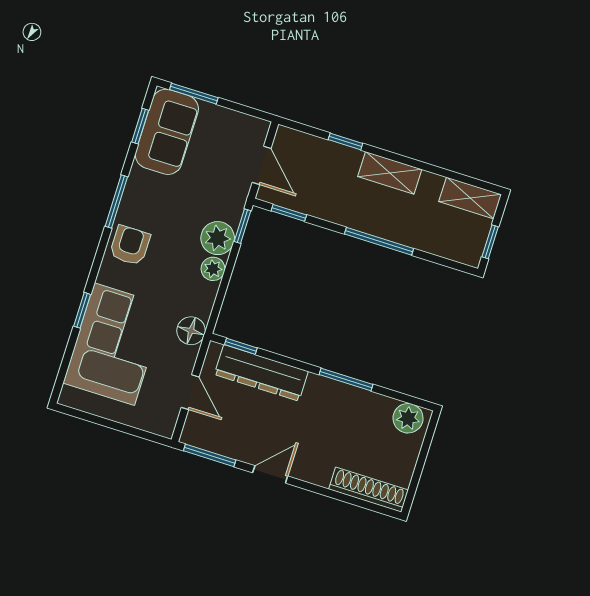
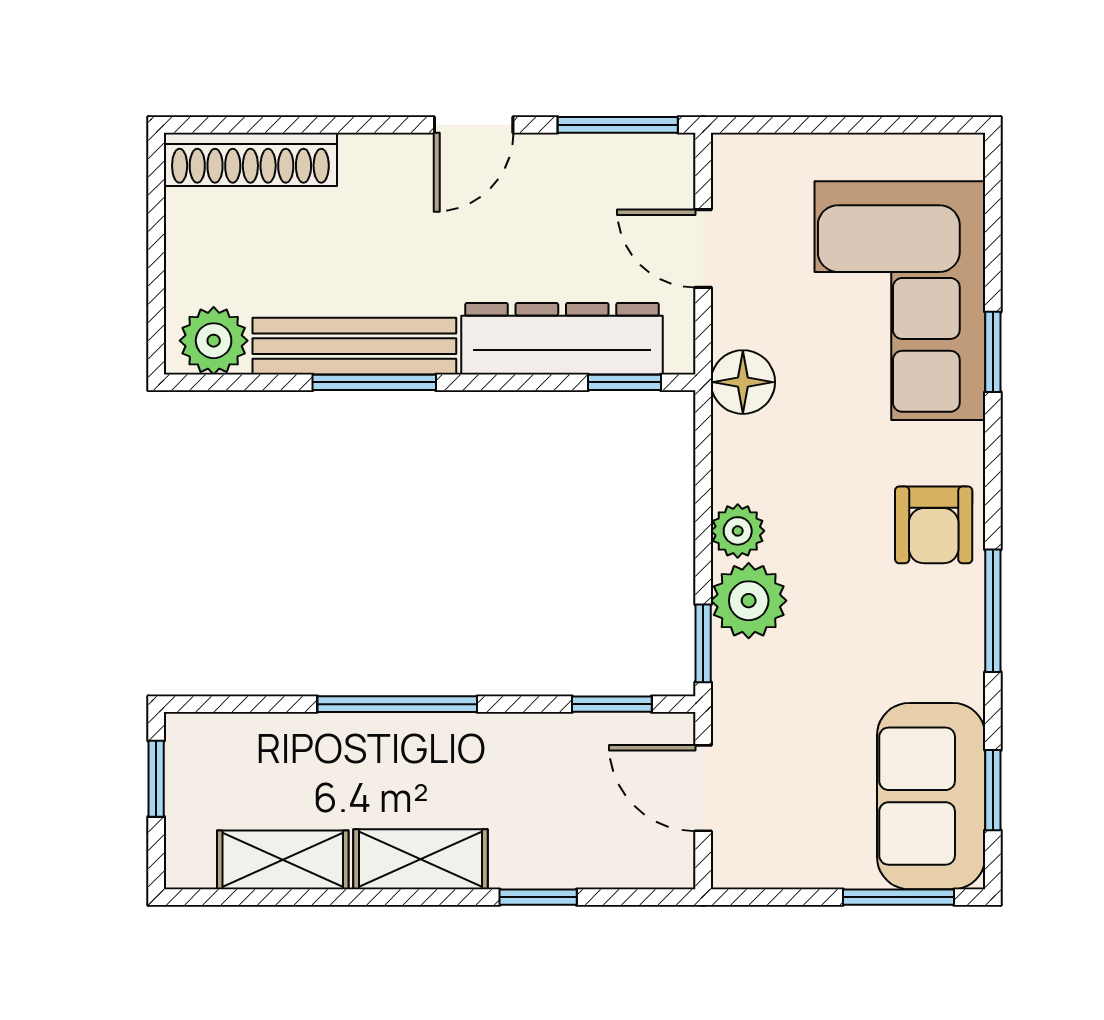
shelving: (470, 198) -> (283, 860), moved
bench: (350, 397) -> (354, 346), added

